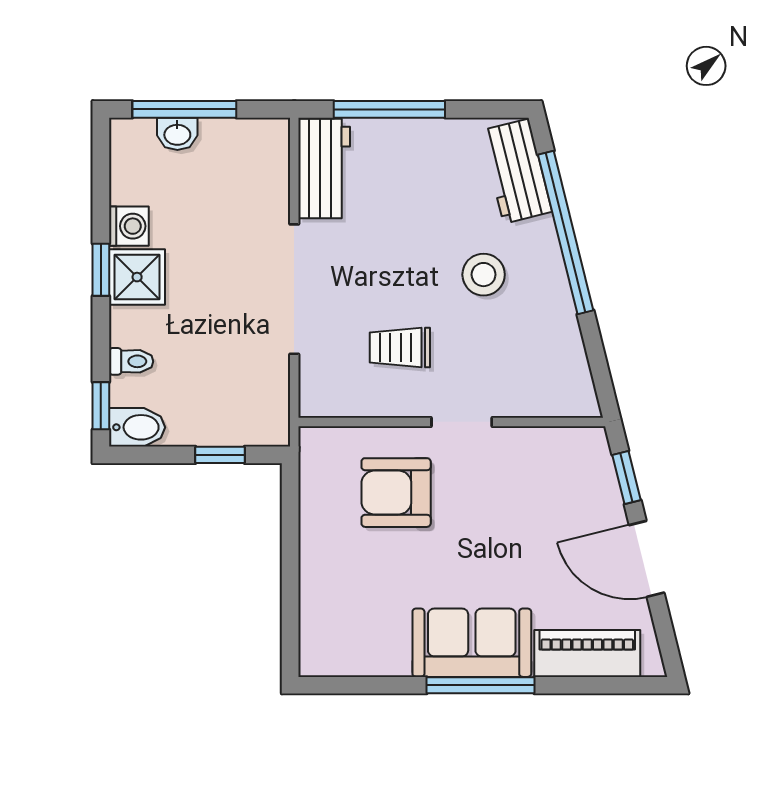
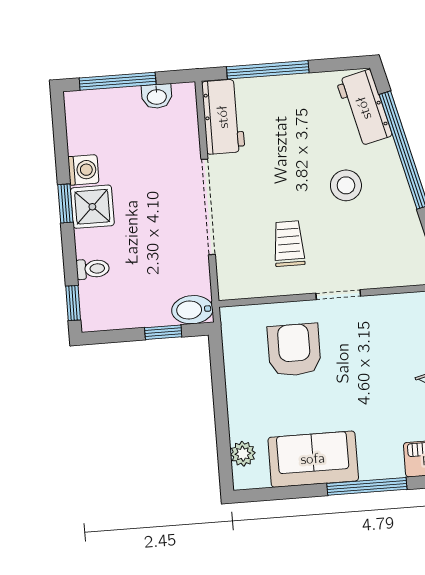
washbasin: (177, 134) -> (157, 96), moved
trolley: (400, 348) -> (289, 244), turned 90
bidet: (137, 427) -> (192, 310), moved, turned 180
armchair: (396, 493) -> (294, 350), turned 90
plant: (316, 628) -> (243, 454), added
sofa: (472, 643) -> (313, 459), moved

